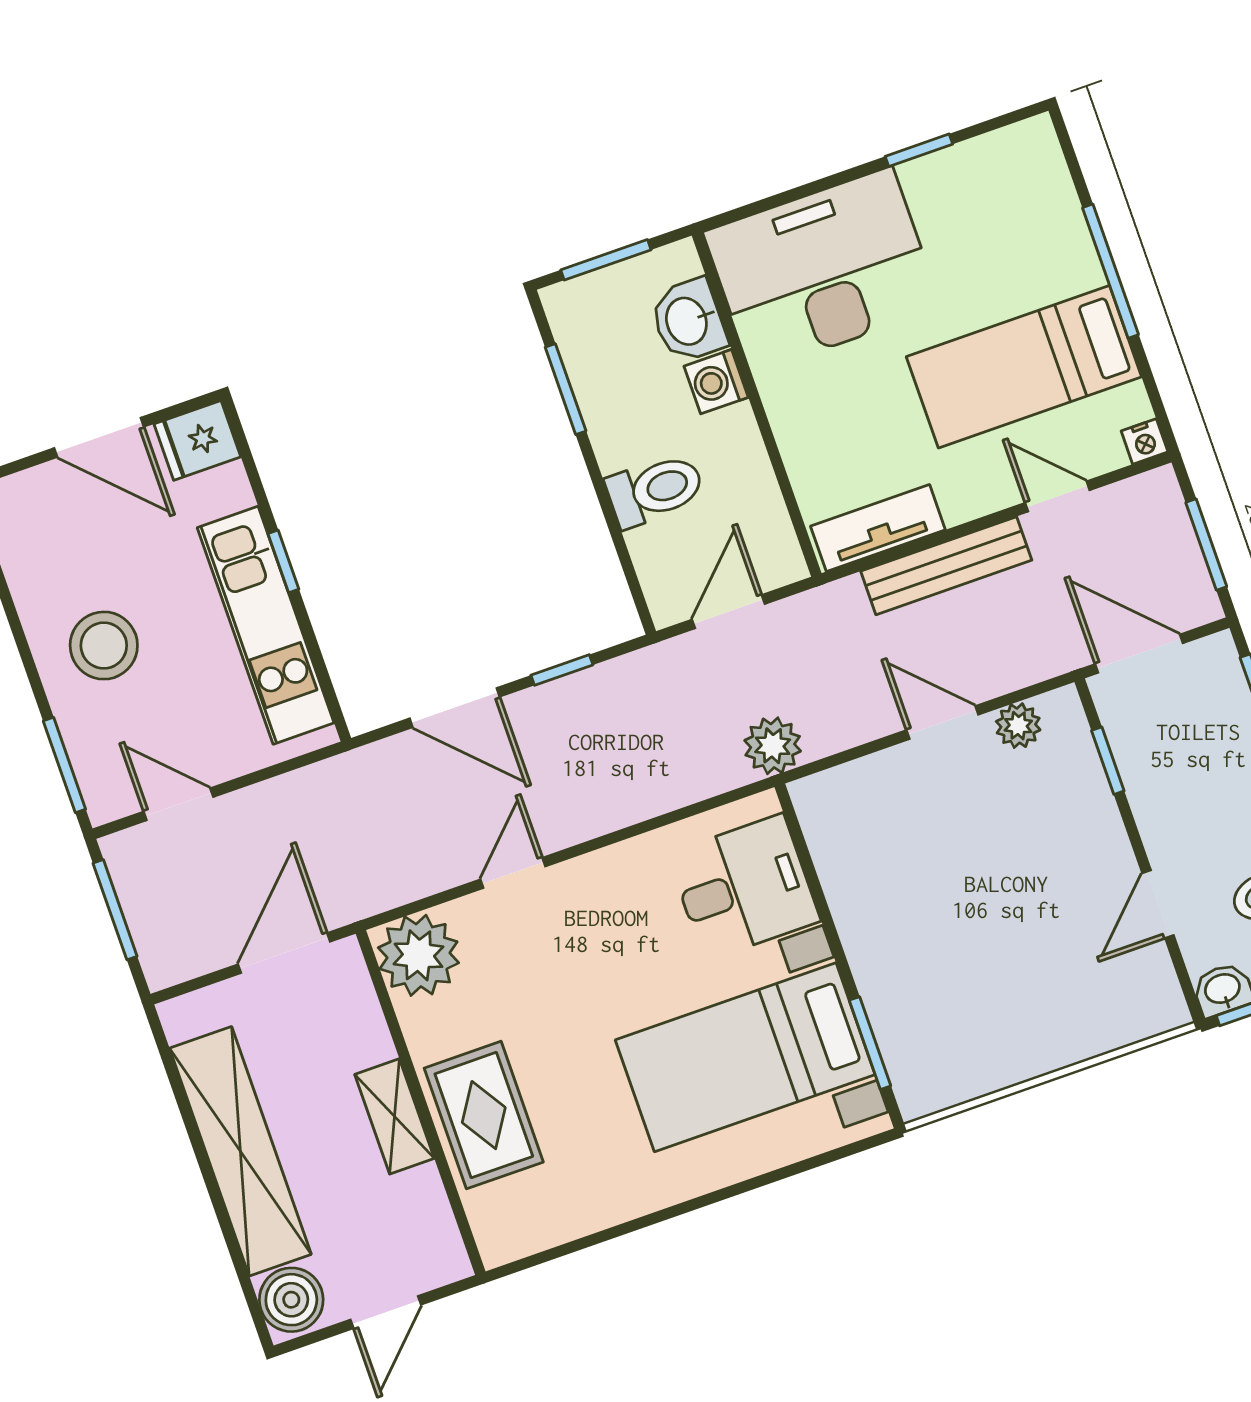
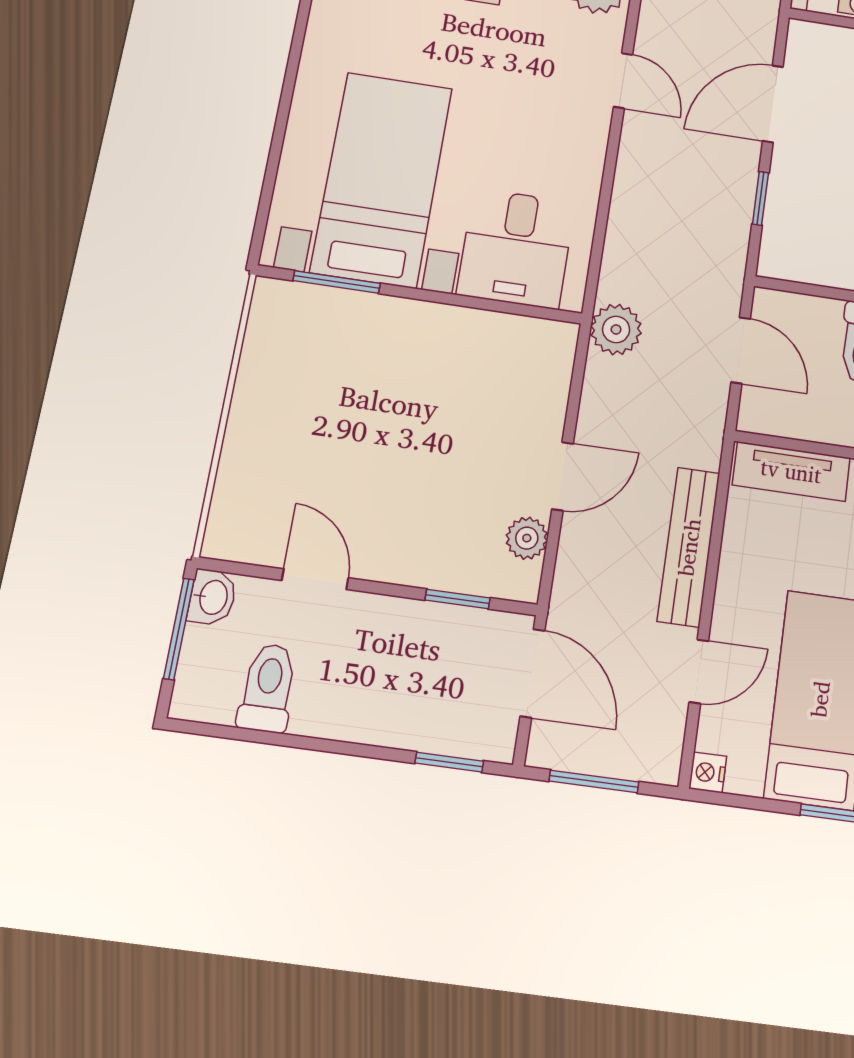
tv unit: (878, 528) -> (791, 471), moved, turned 90
door: (1139, 654) -> (532, 673), hinge flipped

